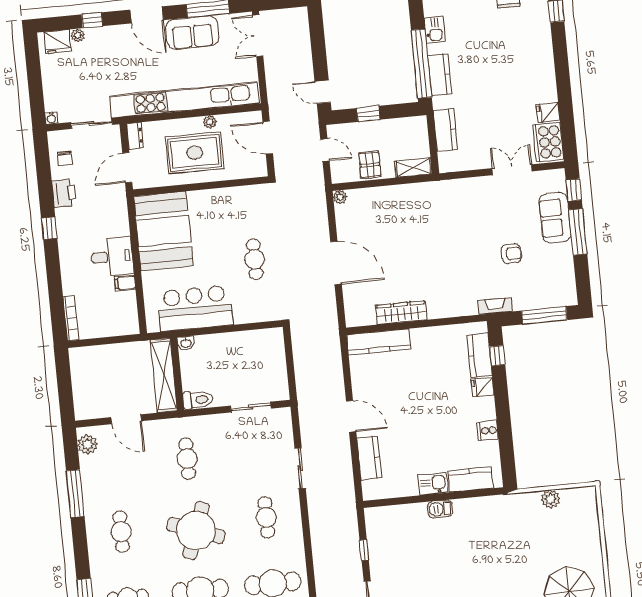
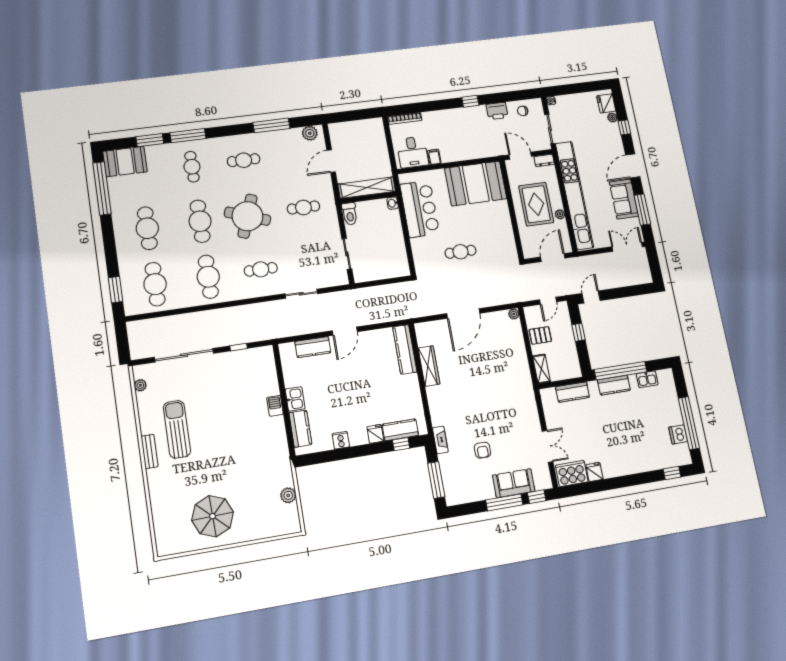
desk: (112, 257) -> (413, 152), moved

